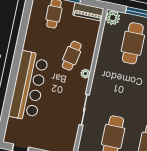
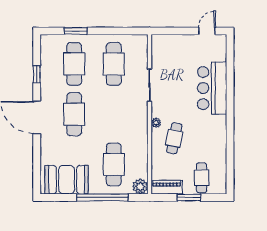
bar counter: (29, 86) -> (212, 88), width x0.73

